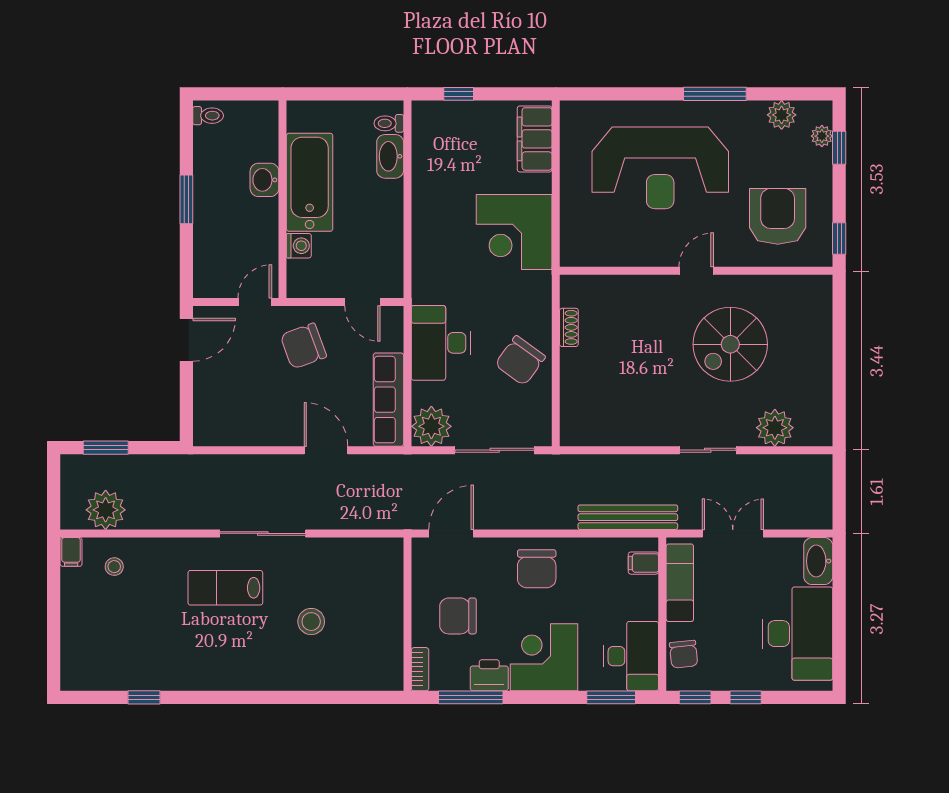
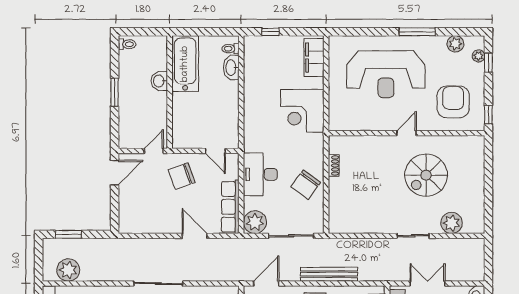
bathtub: (310, 182) -> (185, 64), moved
washing machine: (299, 246) -> (179, 119), removed
bench: (628, 517) -> (329, 274), moved

